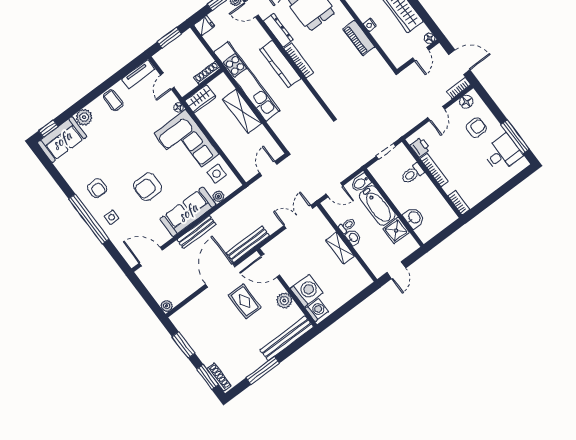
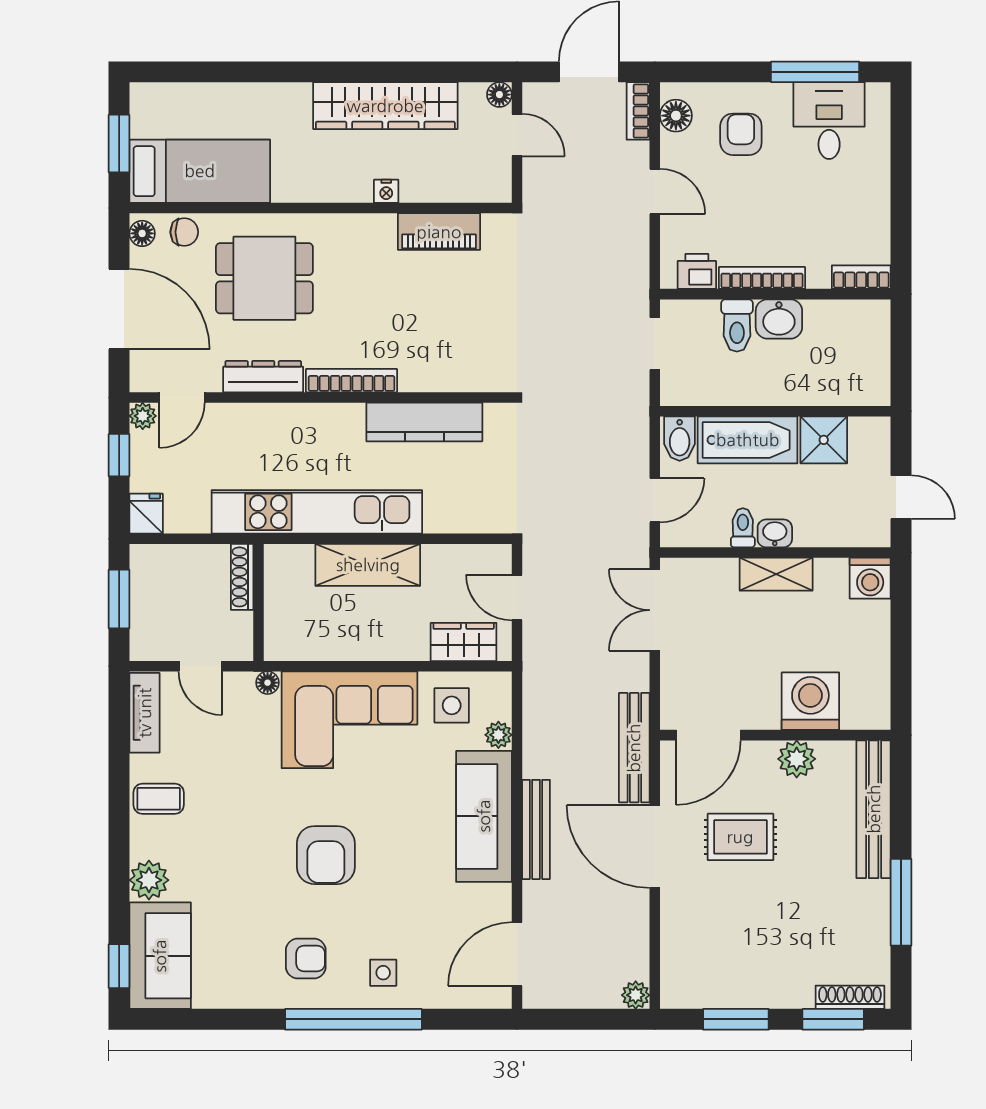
piano: (359, 38) -> (439, 232), moved
kitchen counter: (280, 64) -> (424, 422), moved
wardrobe: (200, 99) -> (464, 642), moved, turned -90
armchair: (148, 187) -> (326, 855), moved
washbasin: (414, 218) -> (779, 319), moved, turned 180
washing machine: (317, 310) -> (870, 578), moved, turned 180

